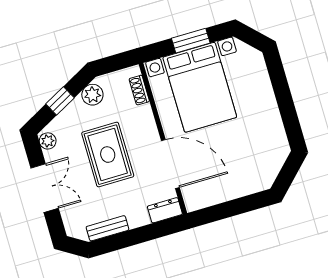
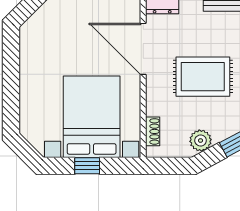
window: (191, 41) -> (87, 166), width x0.67
rug: (108, 155) -> (203, 77), turned 90

